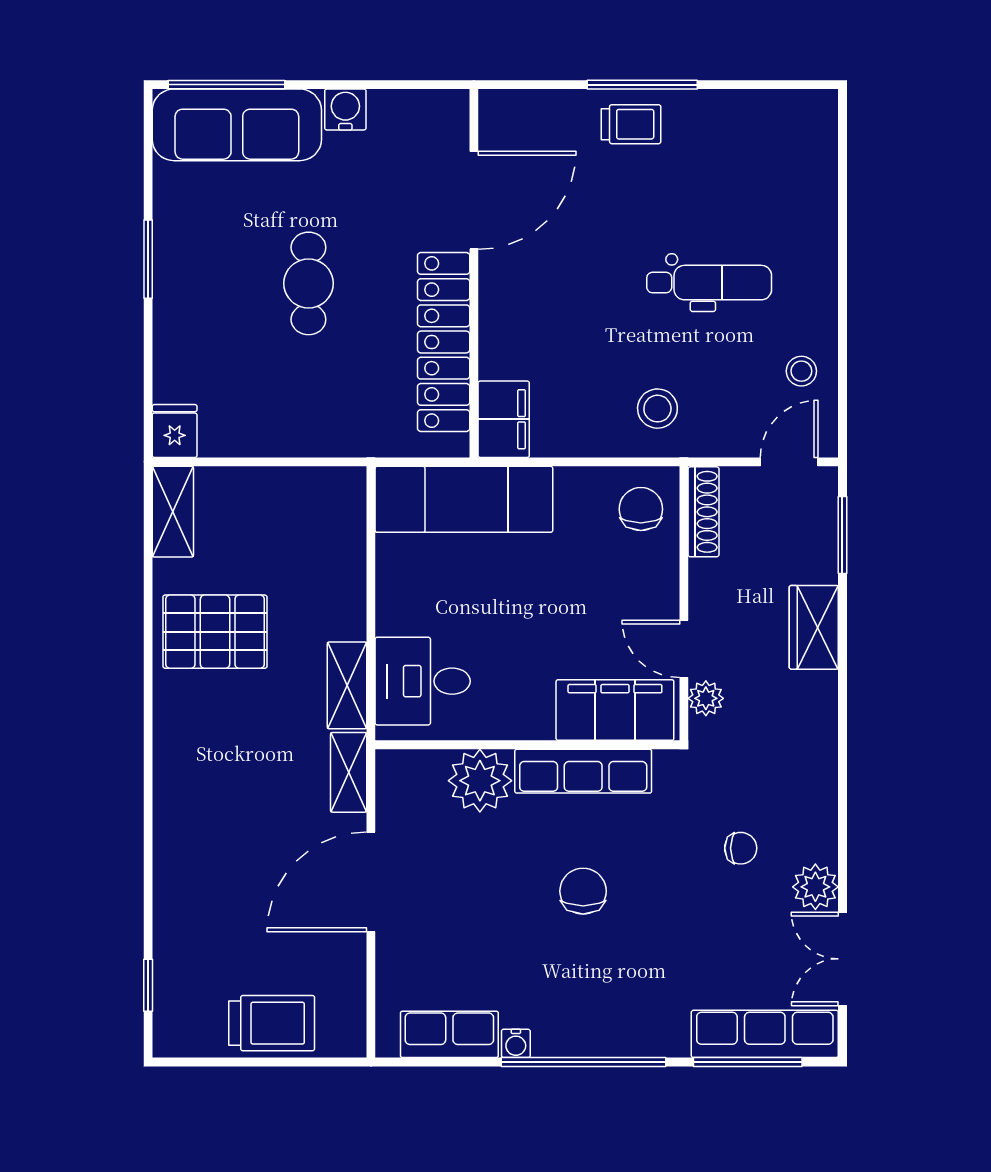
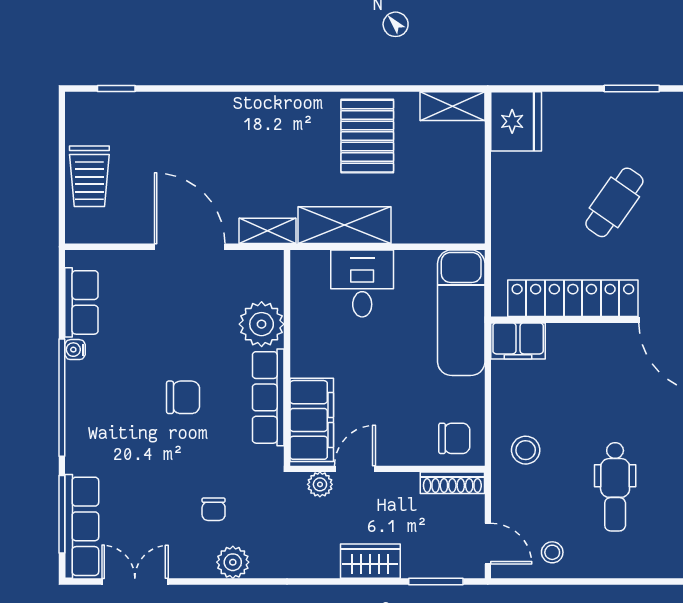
cafe table: (308, 283) -> (614, 202), turned -55
fridge: (175, 431) -> (516, 121), width x1.88, depth x1.34
desk: (423, 681) -> (362, 283), moved
shelving: (347, 685) -> (345, 225), width x1.50, depth x1.33
plant: (815, 887) -> (233, 562), moved

